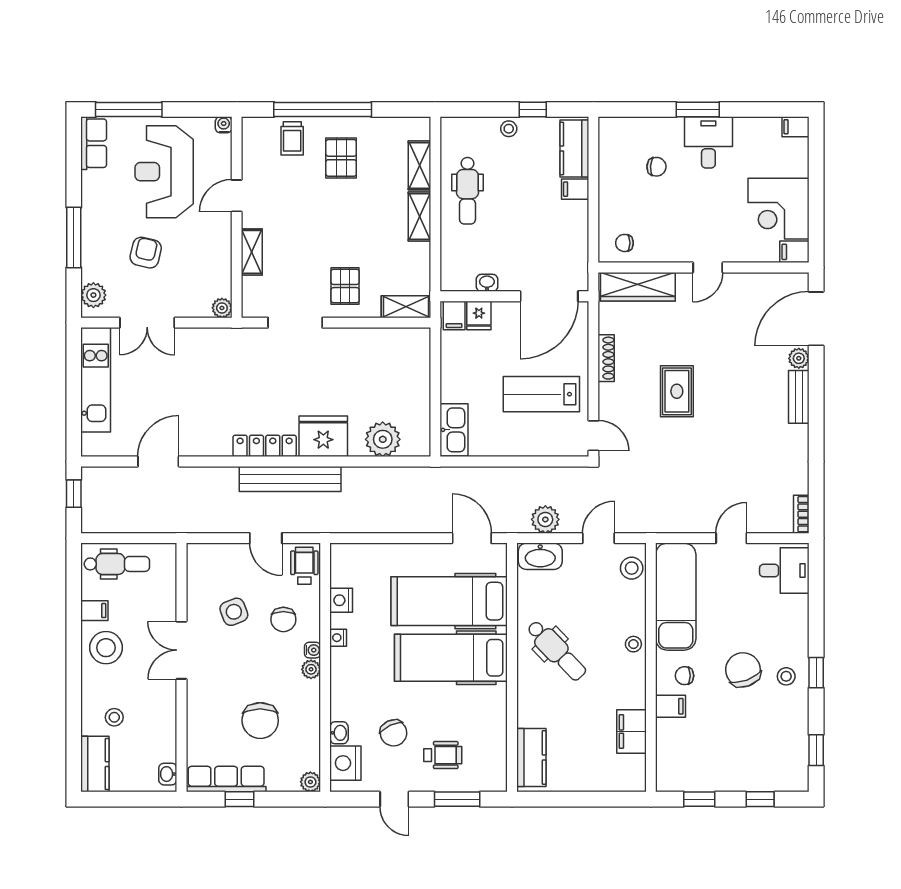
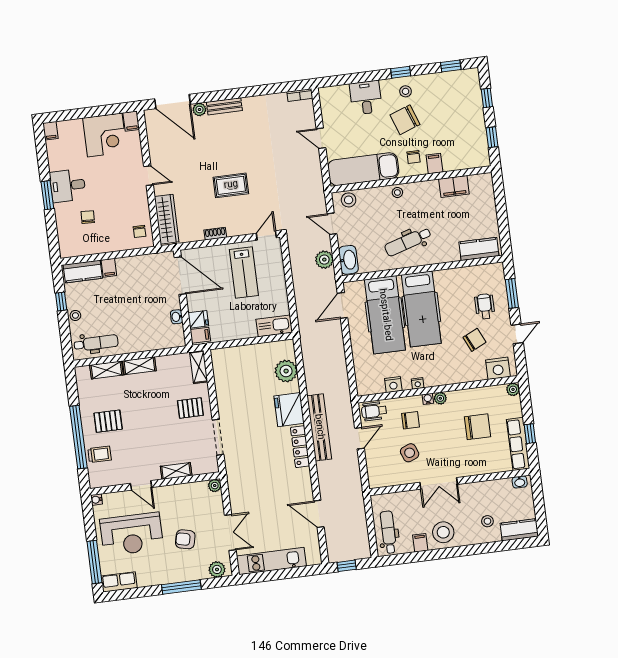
dental chair: (467, 191) -> (96, 343), moved
shoe rack: (606, 358) -> (215, 234), width x0.70
desk: (784, 571) -> (366, 98), moved
dental chair: (556, 650) -> (408, 242), turned -153
washbasin: (339, 733) -> (479, 375), removed

